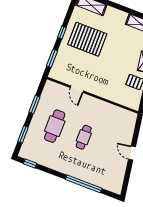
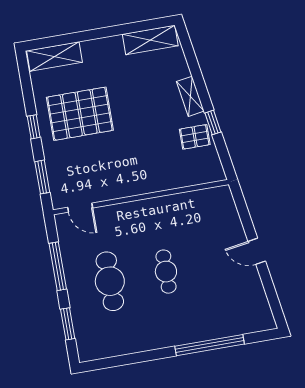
door: (77, 89) -> (80, 208), moved
window: (34, 105) -> (58, 266), width x1.44
window: (30, 163) -> (106, 363), removed

